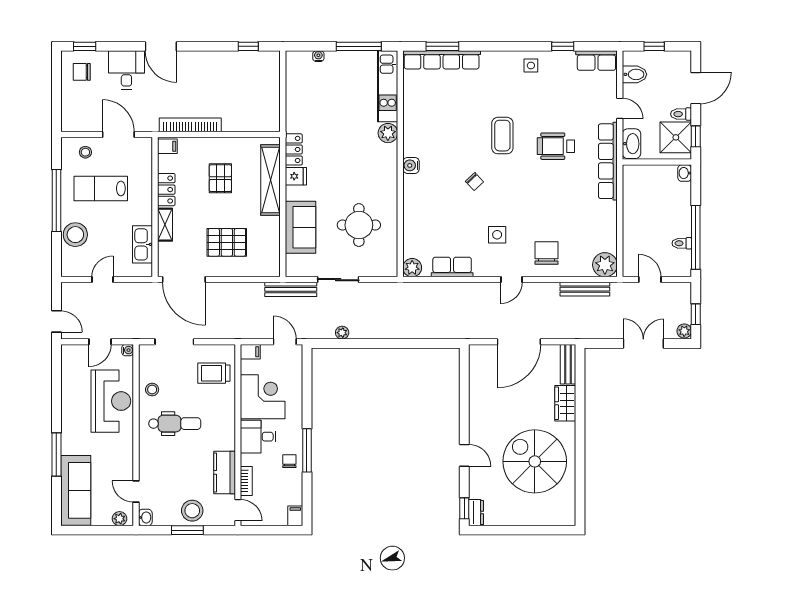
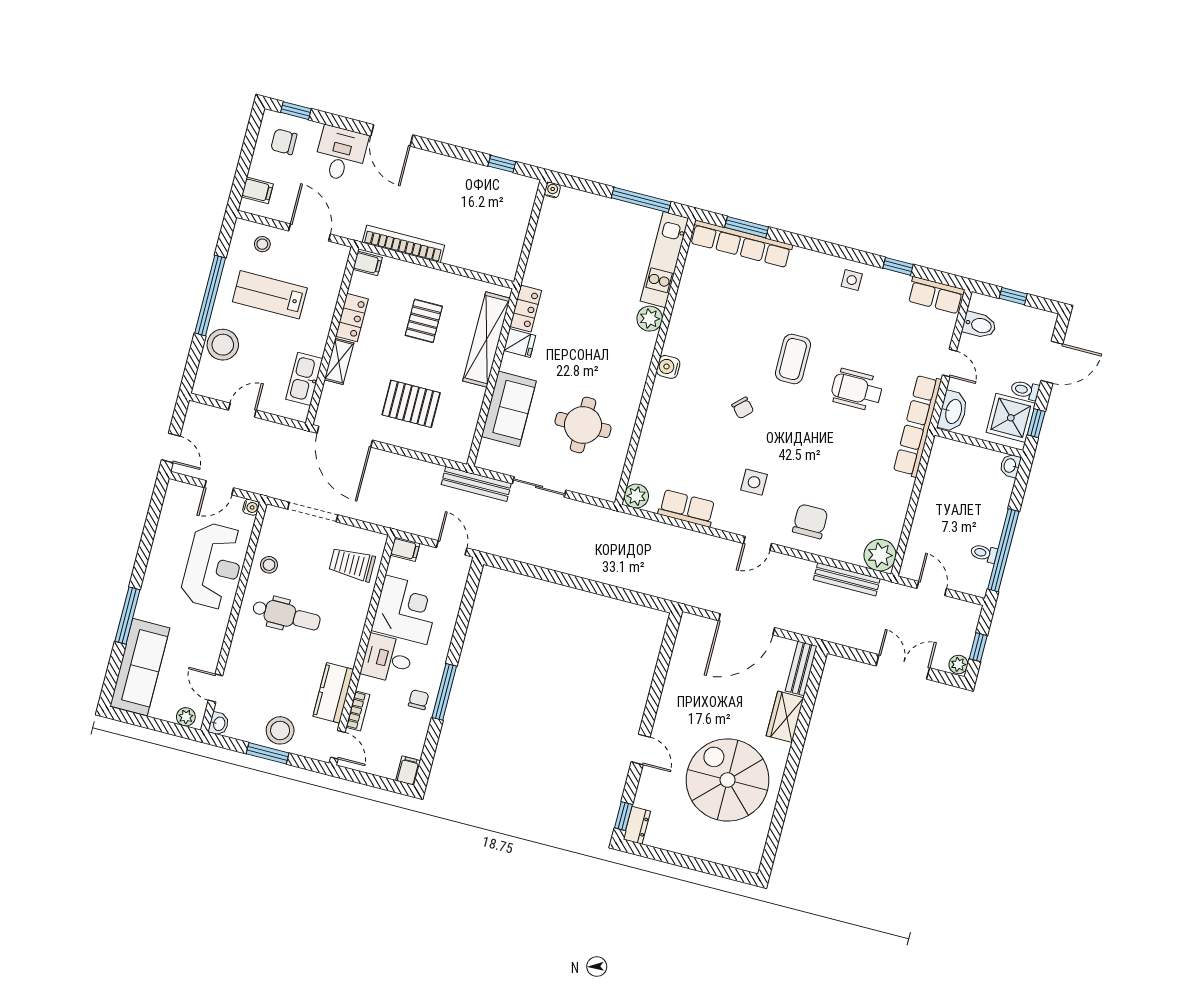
water cooler: (318, 56) -> (552, 190), moved
filing cabinet: (71, 113) -> (257, 190), added
plant: (342, 333) -> (527, 555), removed

